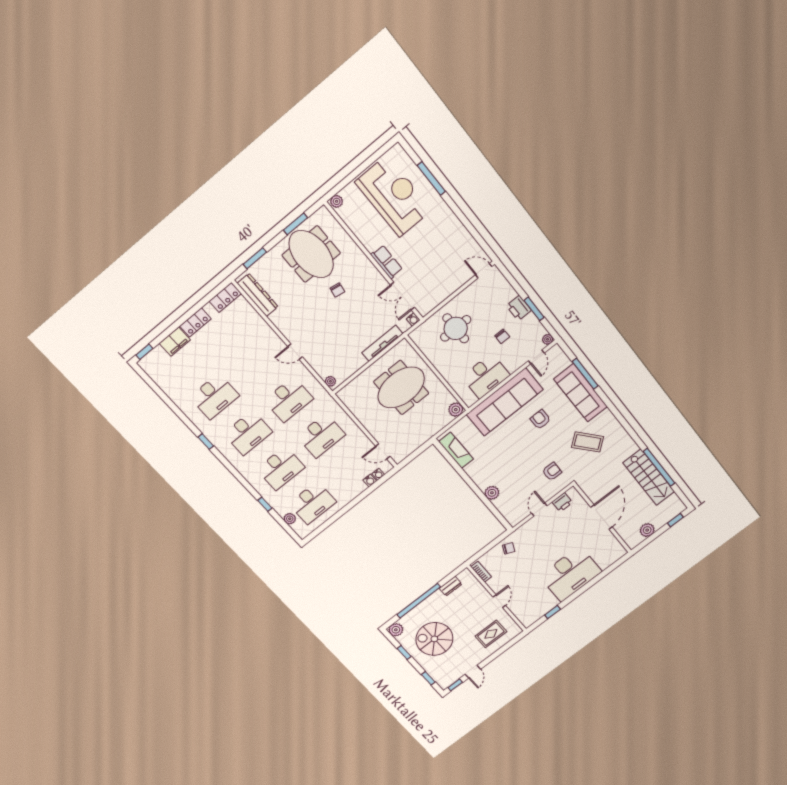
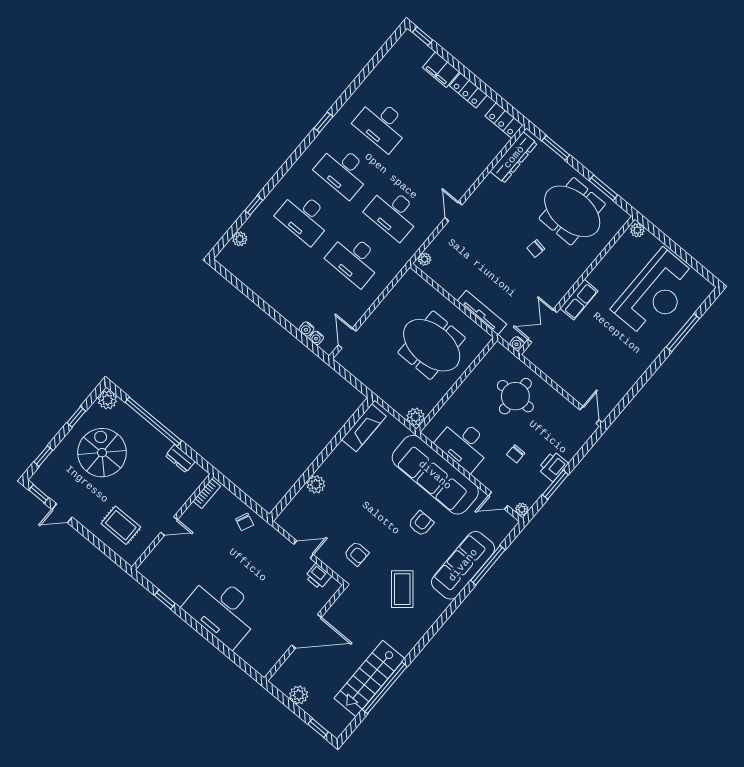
meeting table: (311, 254) -> (572, 211), turned 90
desk: (313, 503) -> (265, 264), removed

